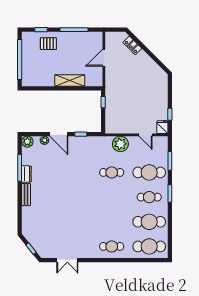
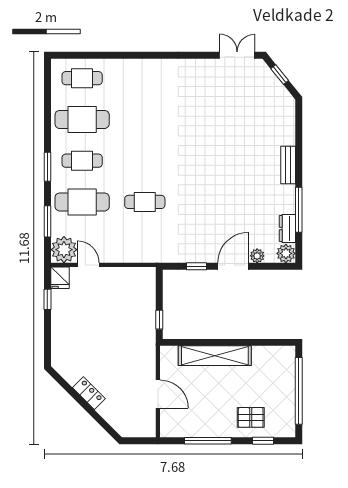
locker: (132, 45) -> (89, 393), moved
door: (104, 58) -> (158, 394), hinge flipped
shelving: (70, 81) -> (215, 356), width x1.47
door: (59, 134) -> (233, 266), hinge flipped
plant: (120, 144) -> (64, 250), moved
dresser: (26, 174) -> (287, 229), moved
cafe table: (112, 246) -> (145, 78), removed
cafe table: (149, 246) -> (82, 78), width x0.73, depth x0.74
double door: (67, 260) -> (237, 55), moved

